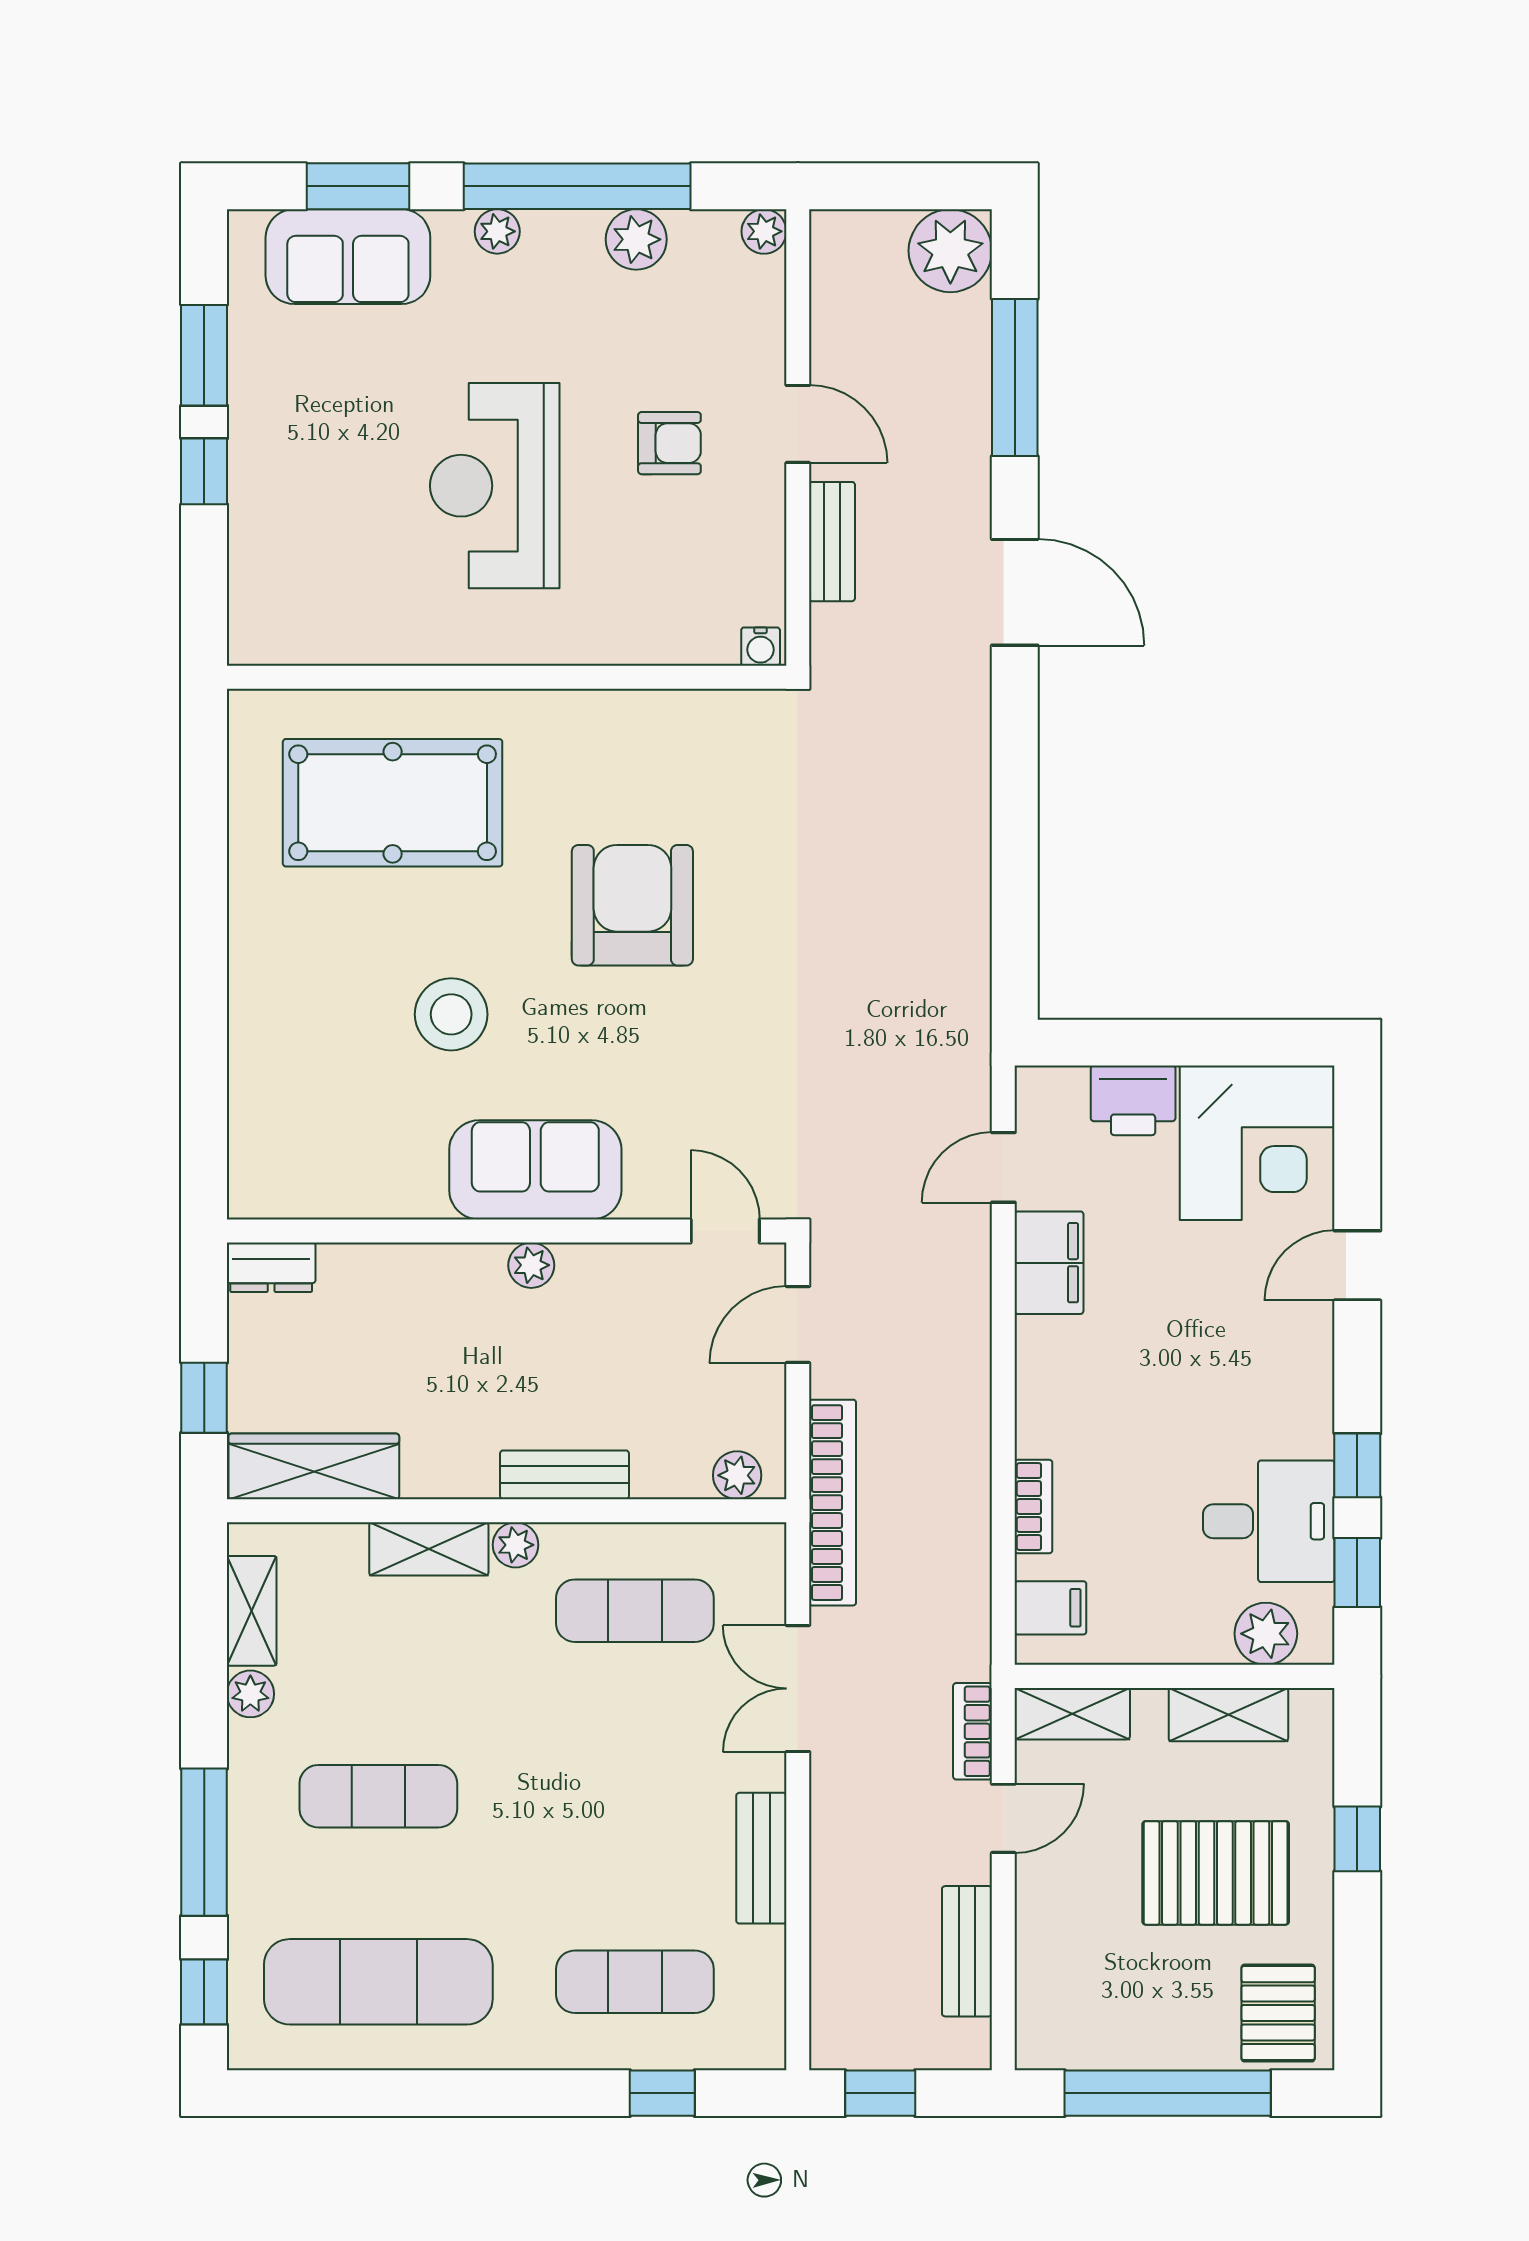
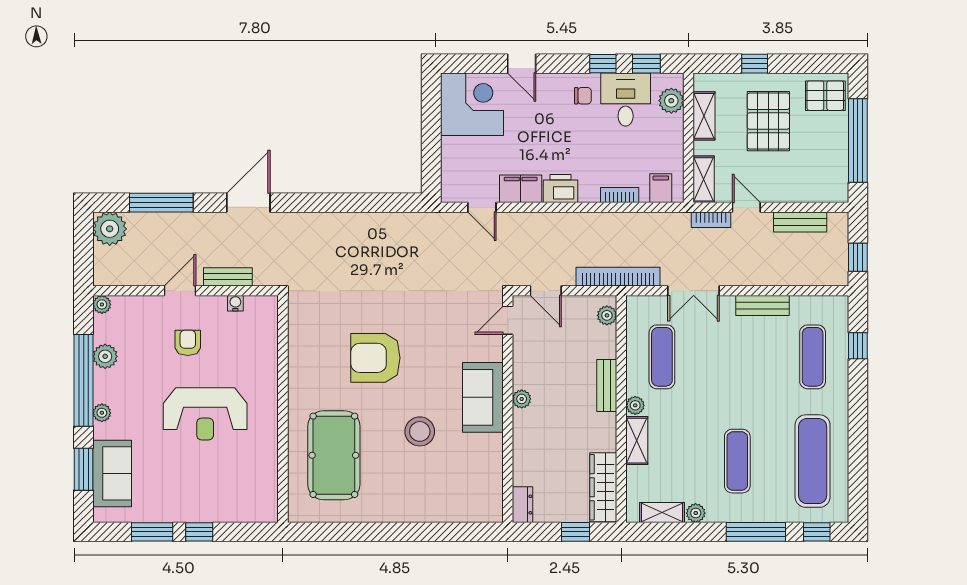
water cooler: (761, 647) -> (235, 303), moved, turned -90
printer: (1133, 1100) -> (561, 188), moved, turned -90
chair: (1278, 1416) -> (583, 96), added

